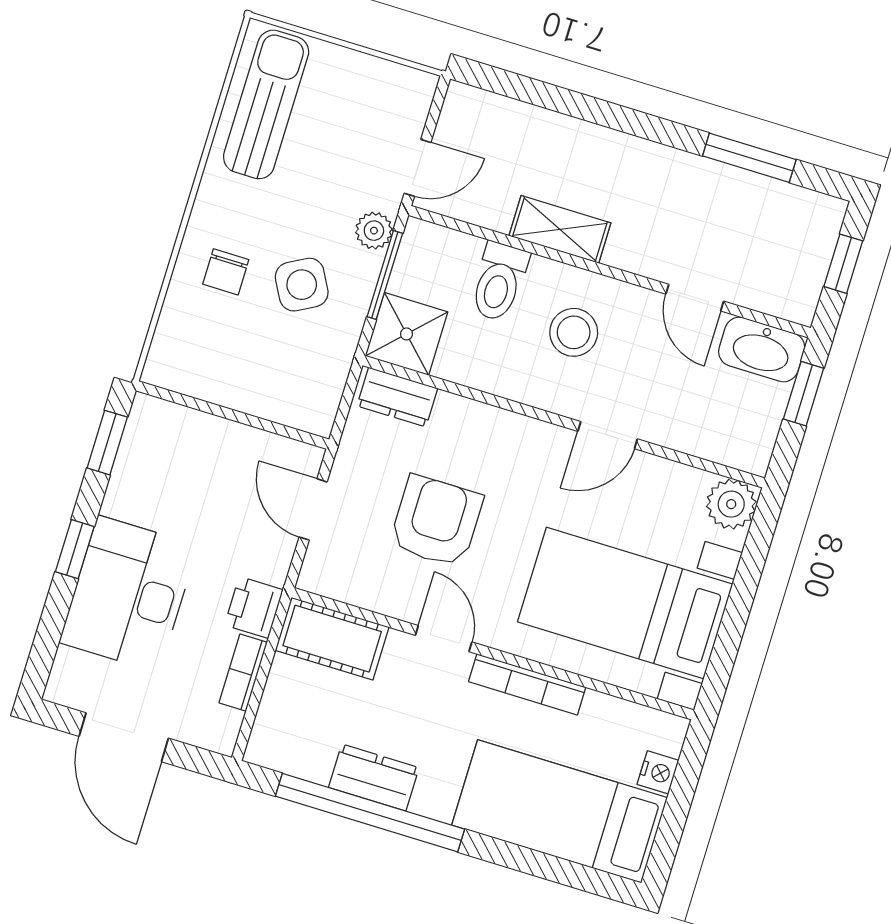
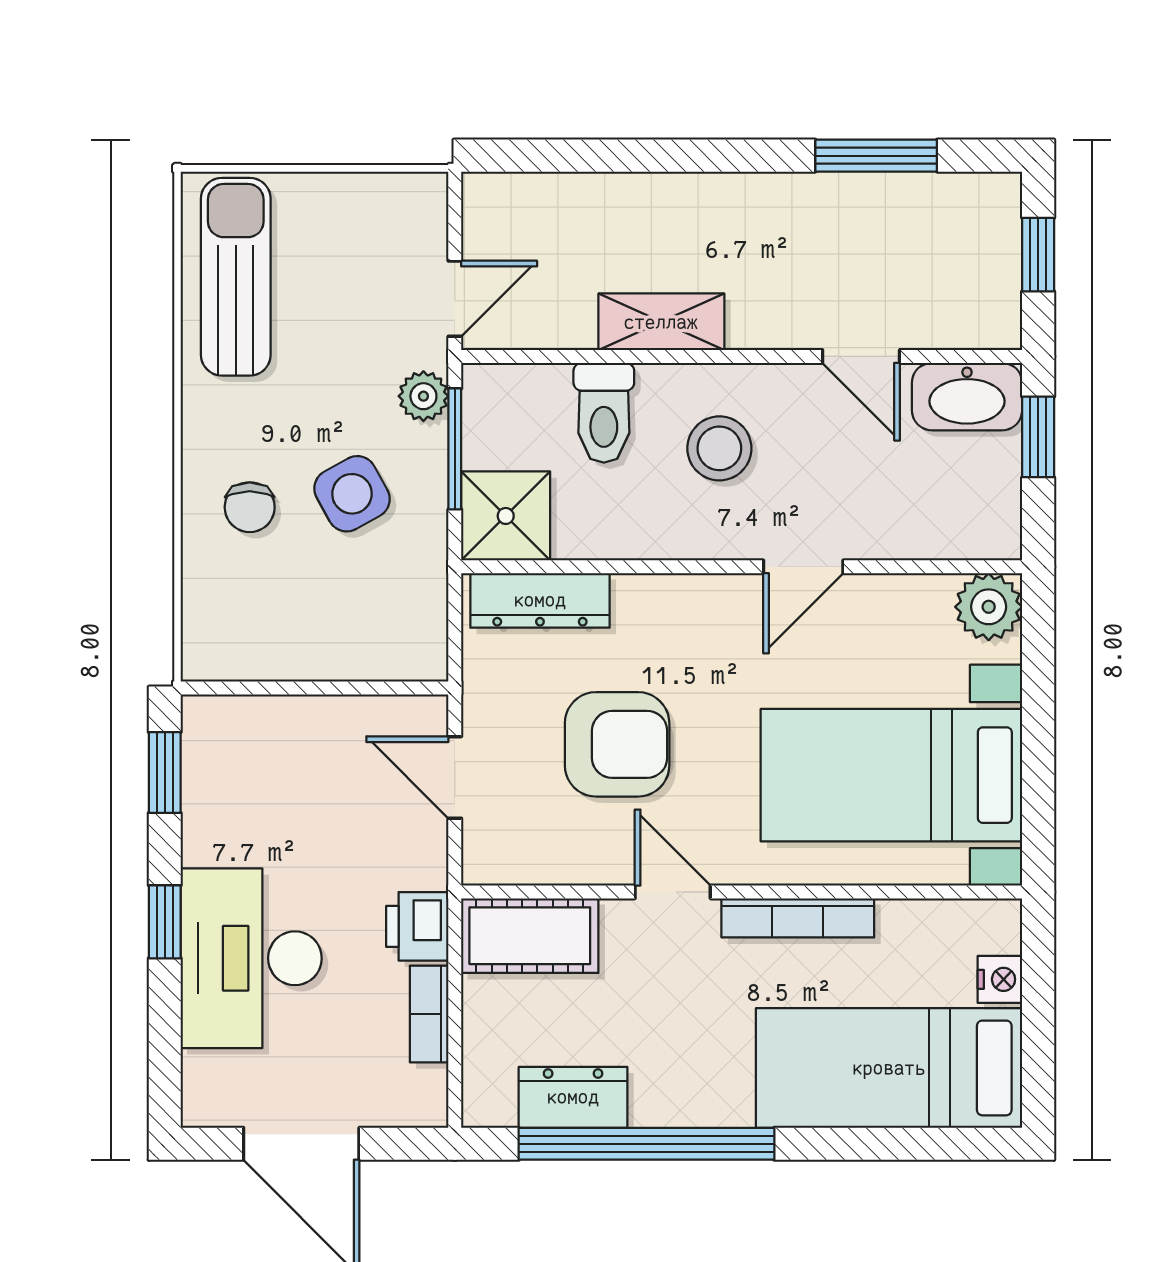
dresser: (397, 397) -> (540, 600), width x1.44
armchair: (436, 521) -> (617, 744), turned 90
dresser: (374, 778) -> (573, 1097), moved

